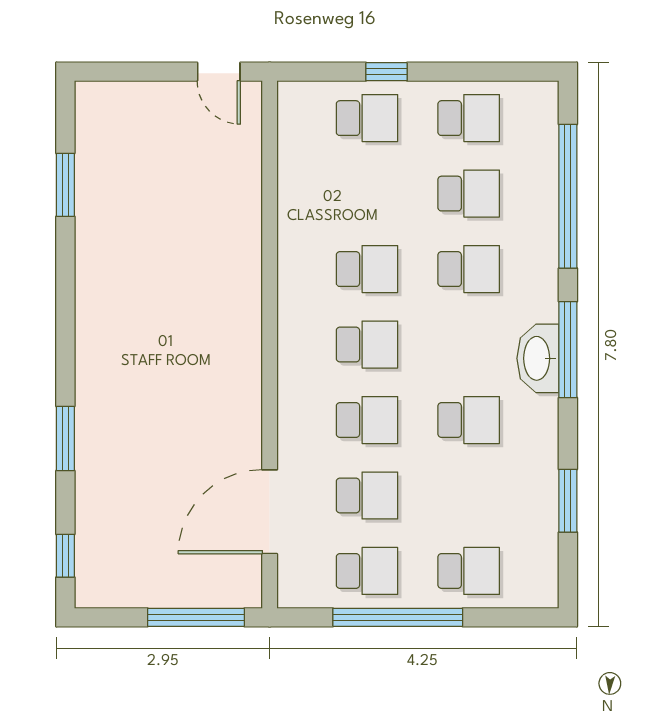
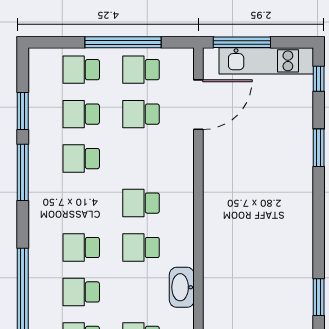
window: (568, 350) -> (23, 172), moved
washbasin: (538, 358) -> (182, 287), moved, turned 180
school desk: (367, 420) -> (81, 114), moved
kitchen unit: (154, 586) -> (266, 61), added

